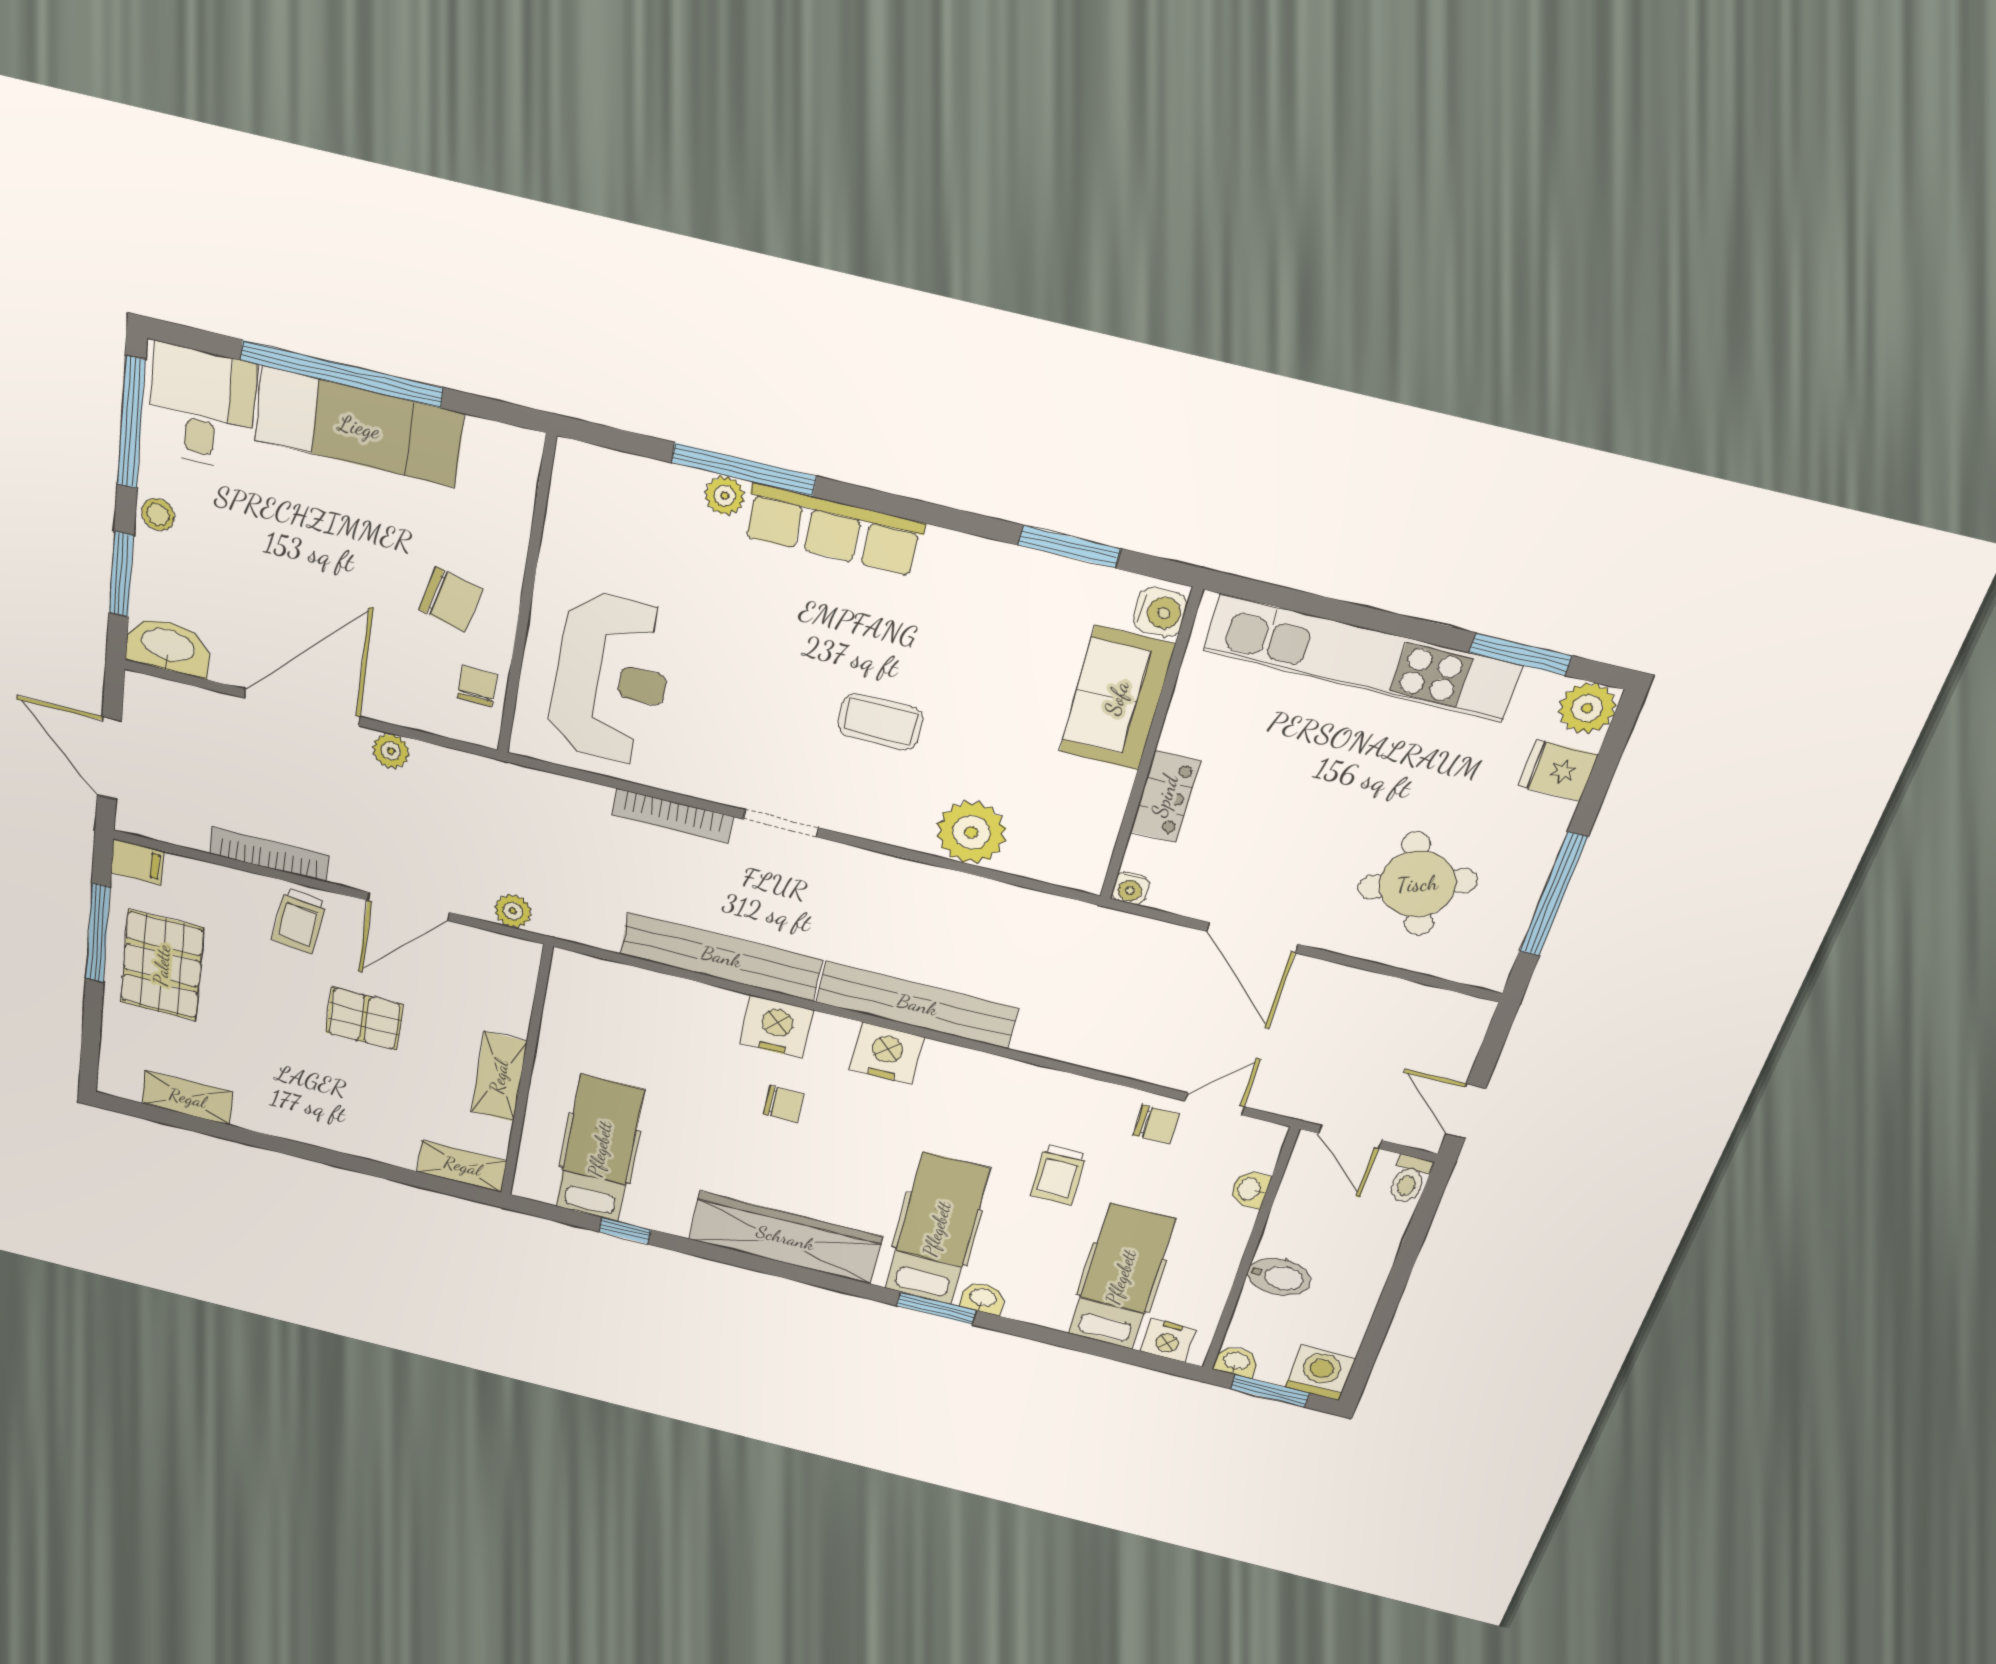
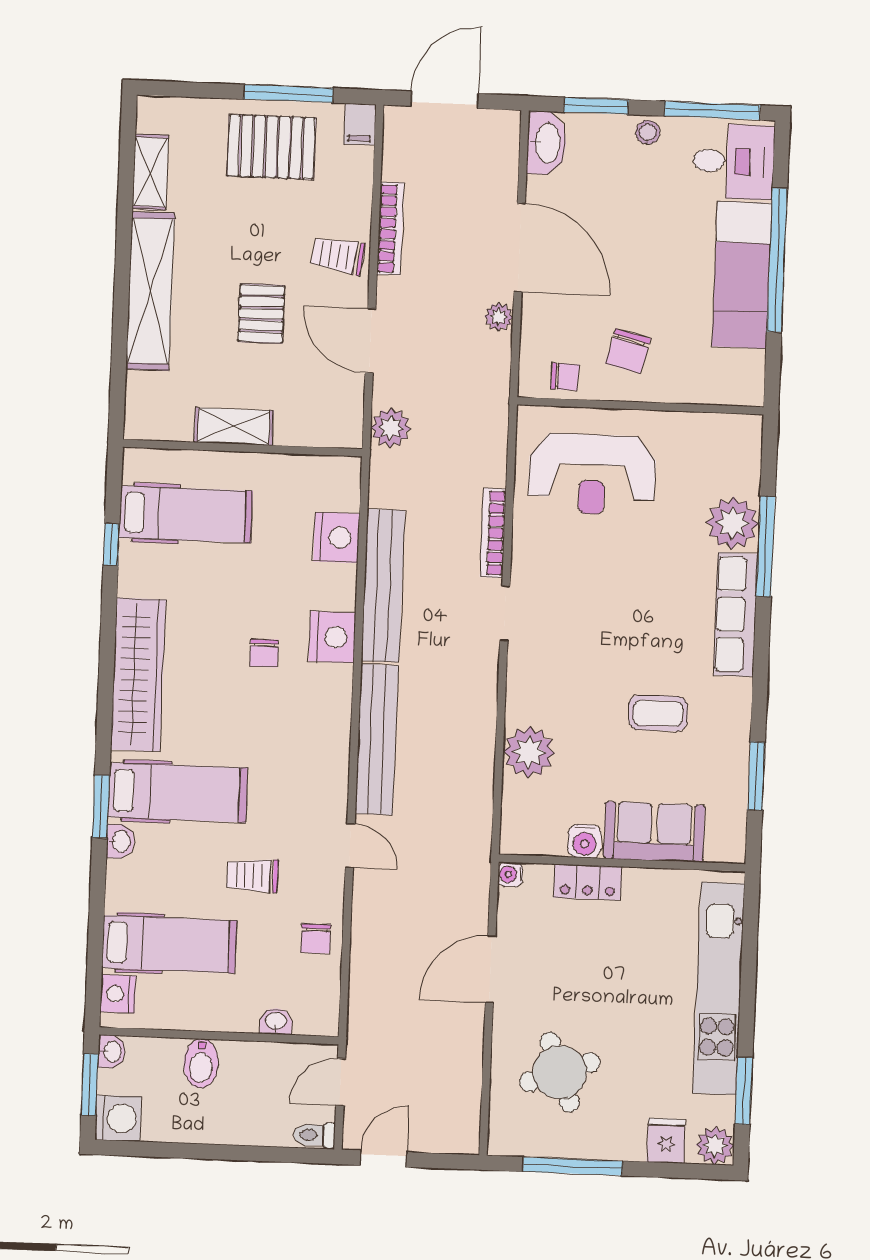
plant: (725, 496) -> (733, 523), width x1.87, depth x1.87
water cooler: (1160, 612) -> (585, 841), moved
coffee table: (880, 722) -> (658, 713), moved, turned 90
plant: (513, 911) -> (391, 428), width x1.38, depth x1.38
nightstand: (887, 1053) -> (337, 537), moved
door: (1215, 1104) -> (350, 846), moved
shelving: (462, 1166) -> (150, 291), moved, width x2.20, depth x1.33

